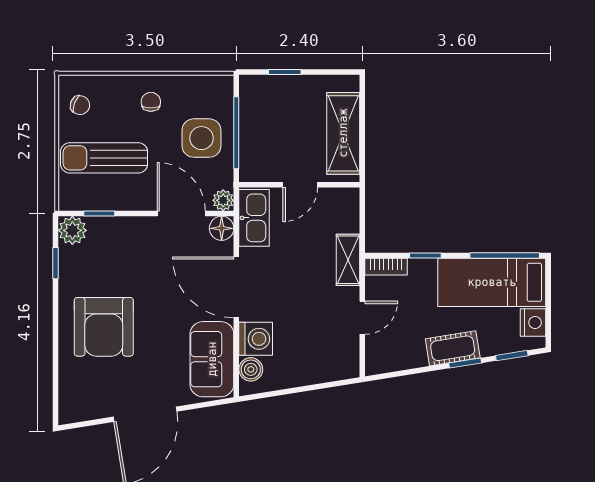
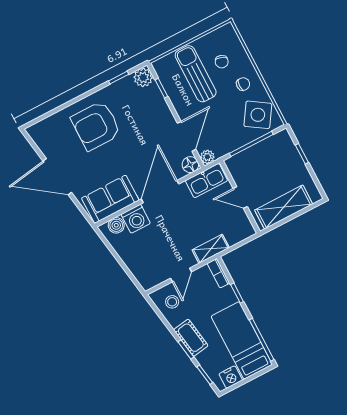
chair: (80, 105) -> (222, 62), moved
side table: (201, 138) -> (258, 115), moved, turned 33
door: (362, 318) -> (181, 275), hinge flipped
stool: (392, 348) -> (172, 302), added

